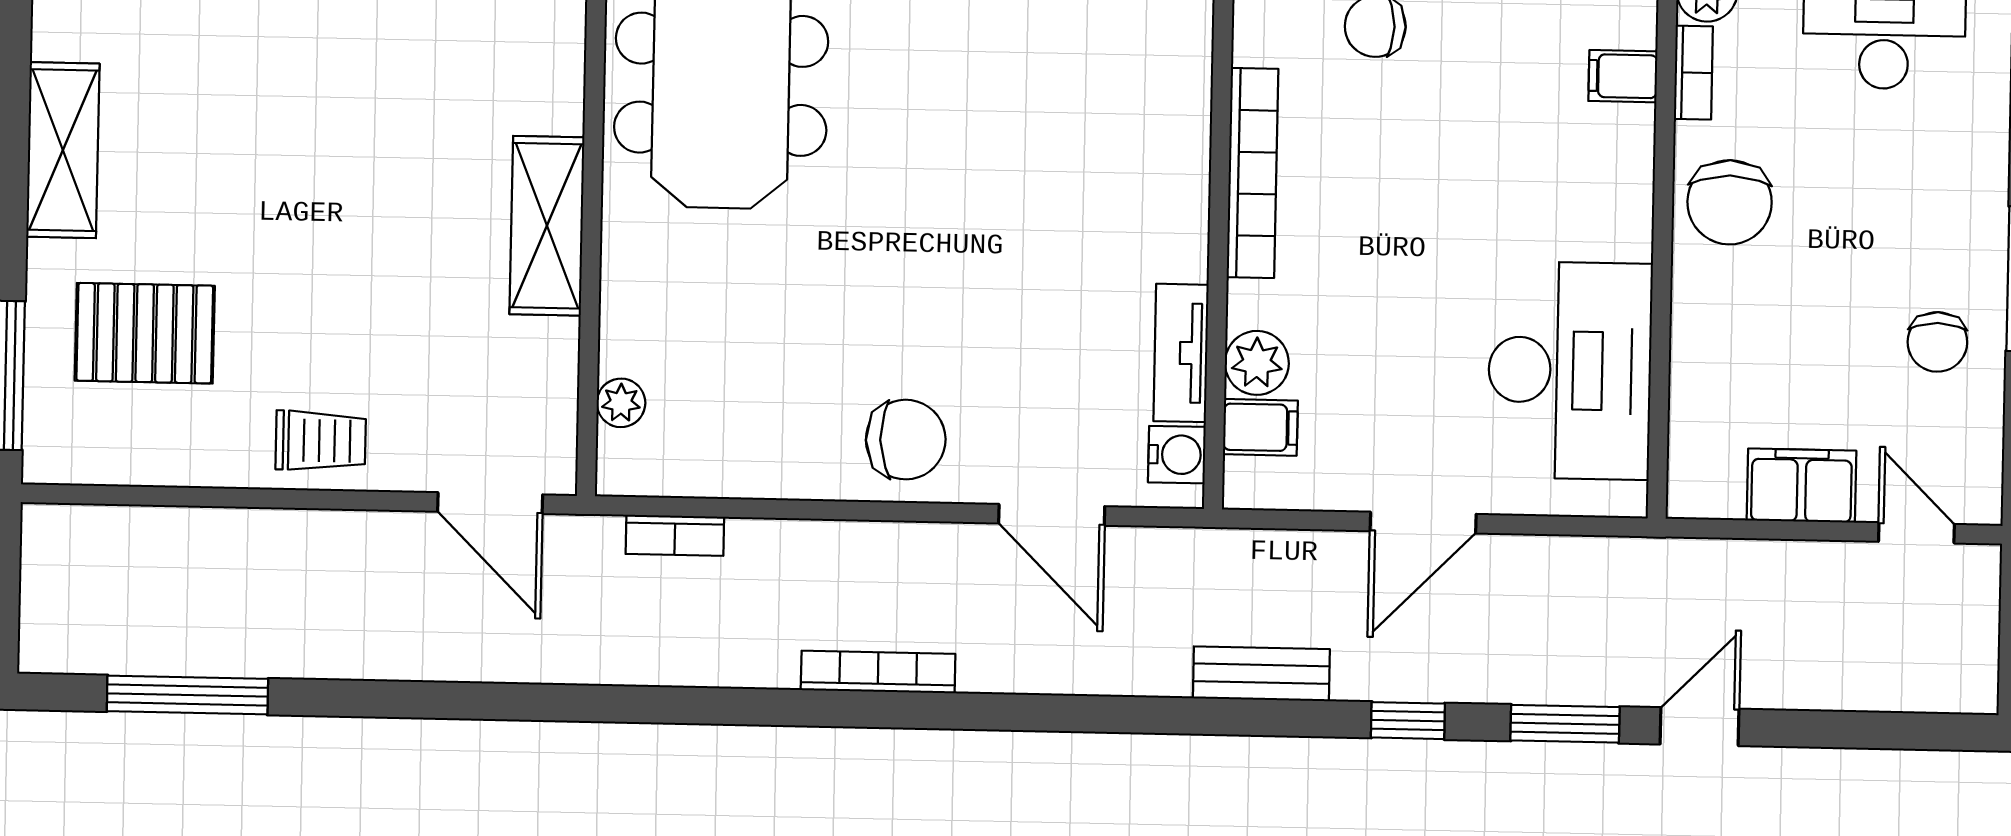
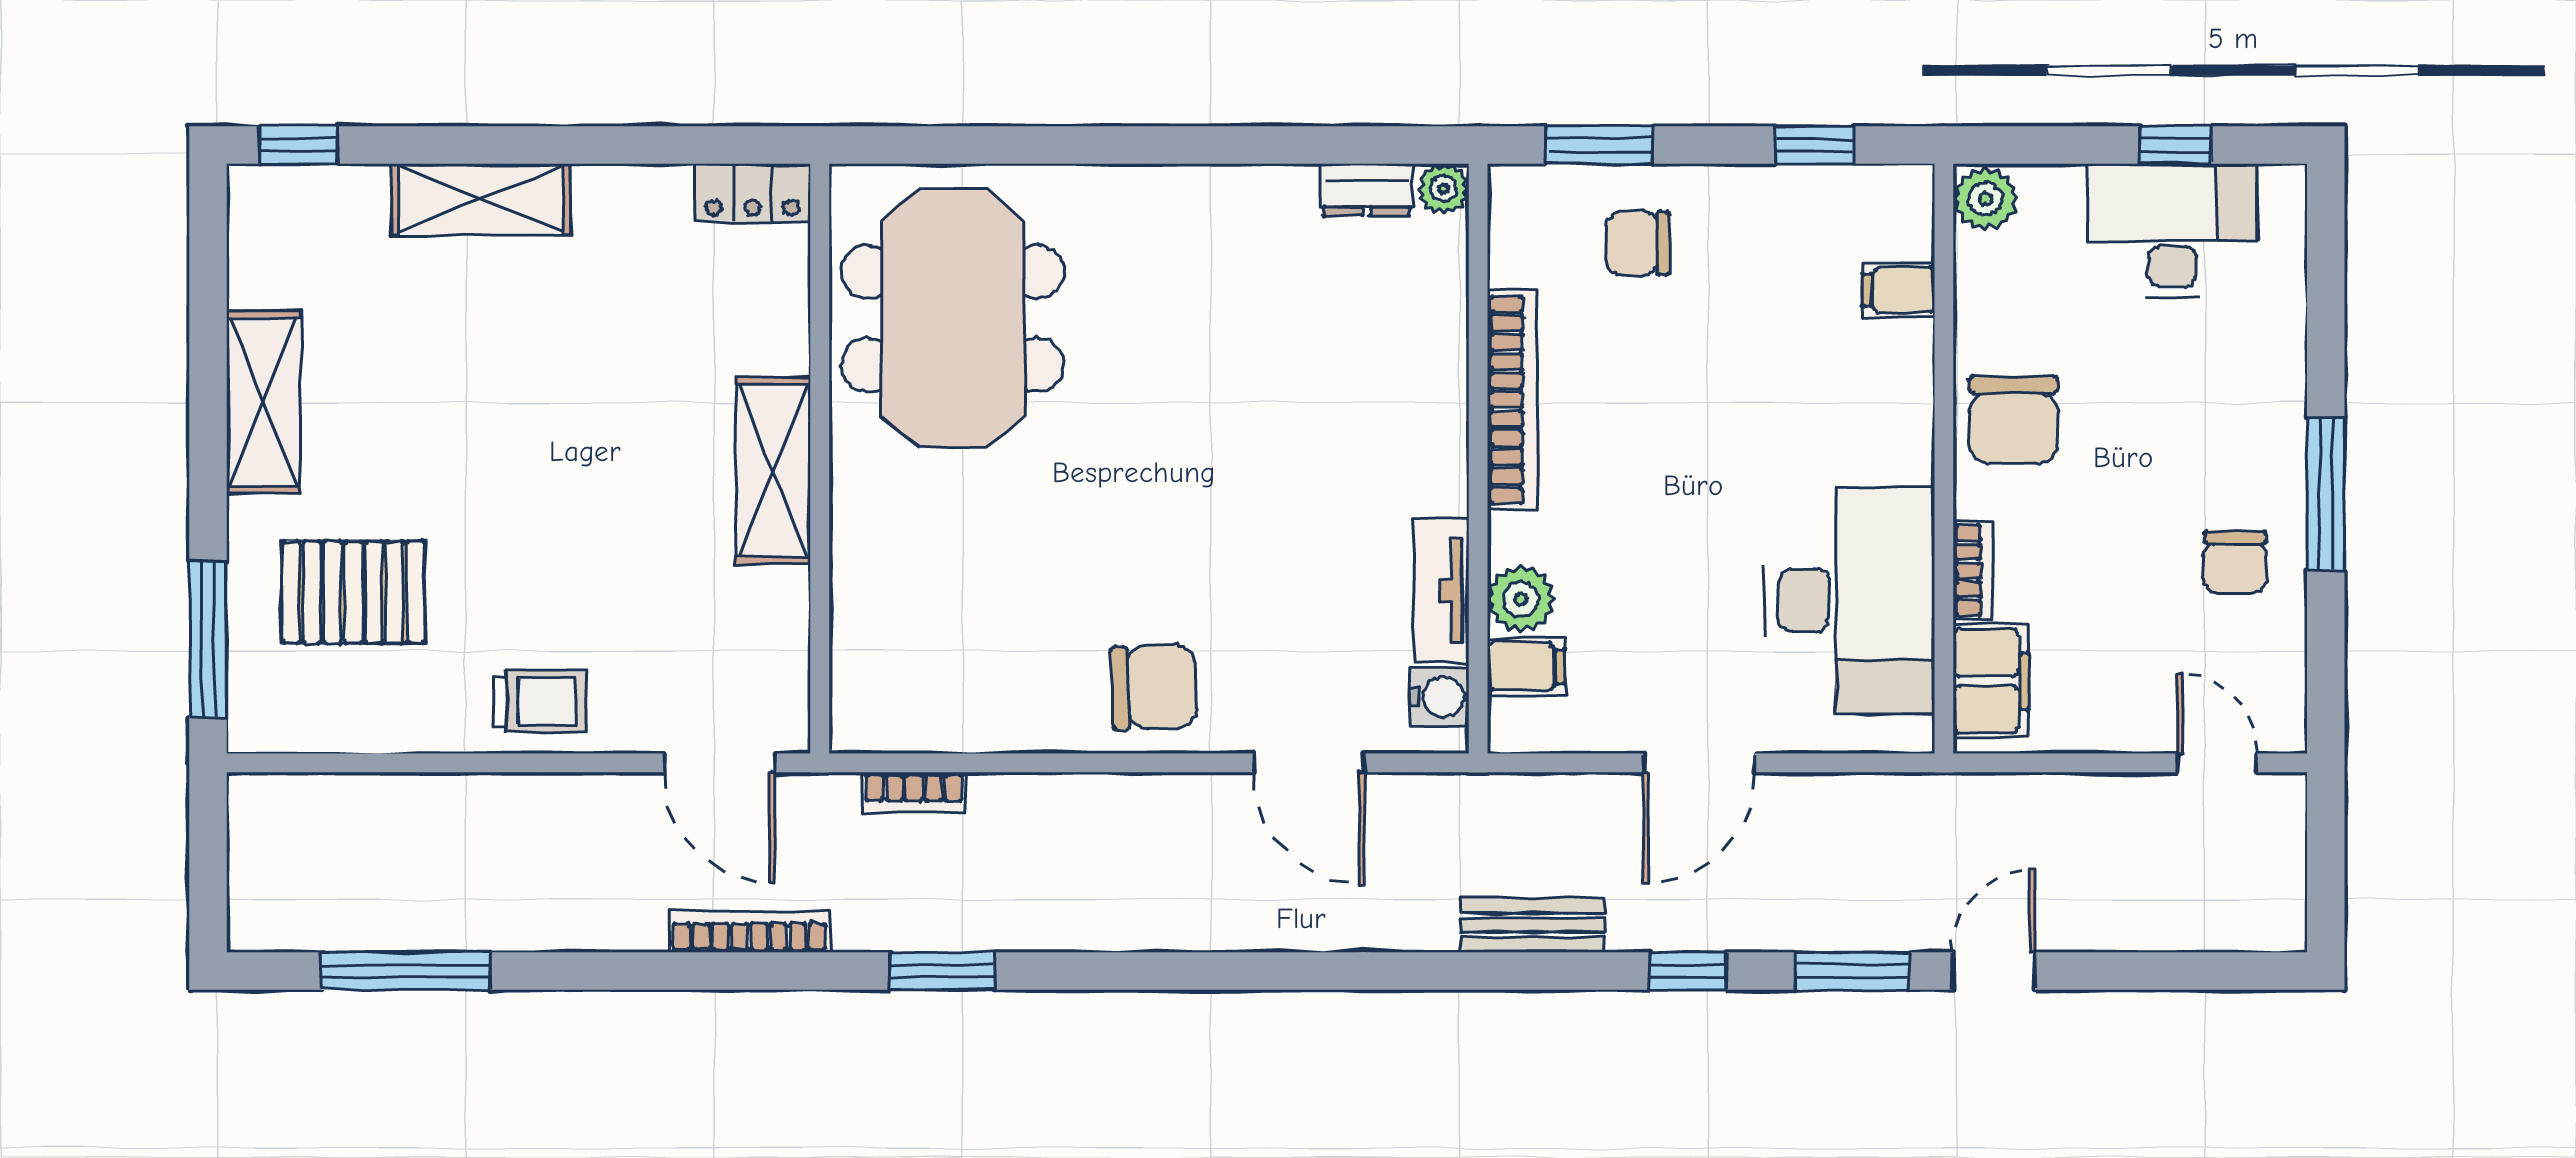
bookcase: (1693, 73) -> (1973, 571), moved
plant: (621, 403) -> (855, 655), removed
filing cabinet: (1801, 486) -> (1991, 681), moved, turned 90
bookcase: (878, 672) -> (749, 932), moved
window: (698, 706) -> (942, 971), added

